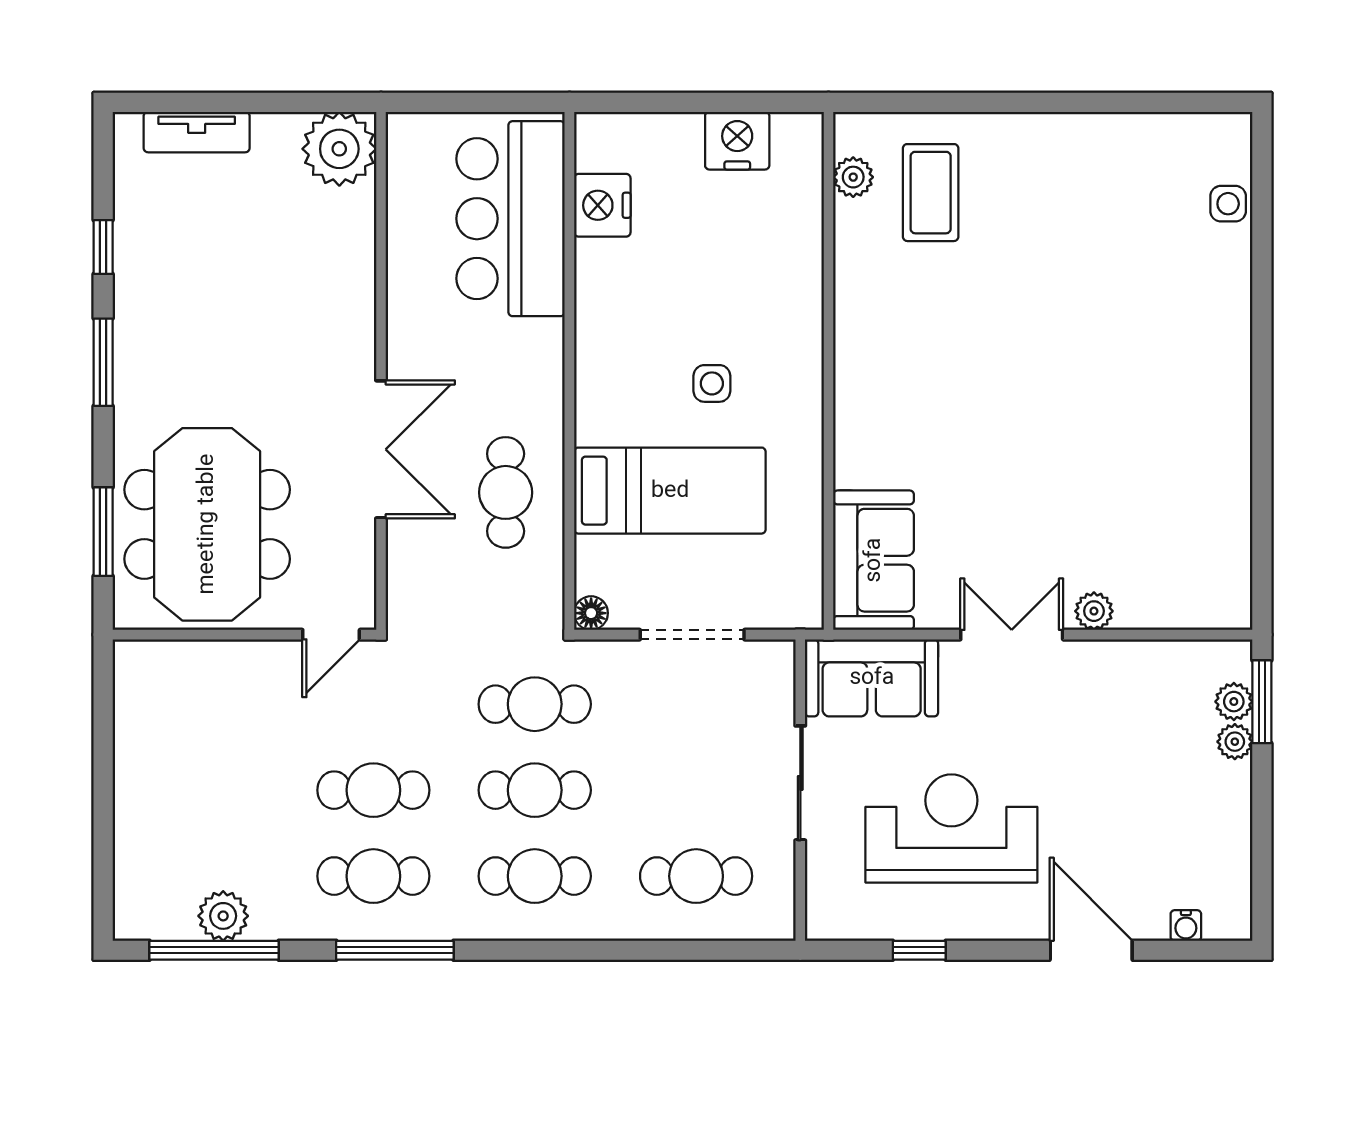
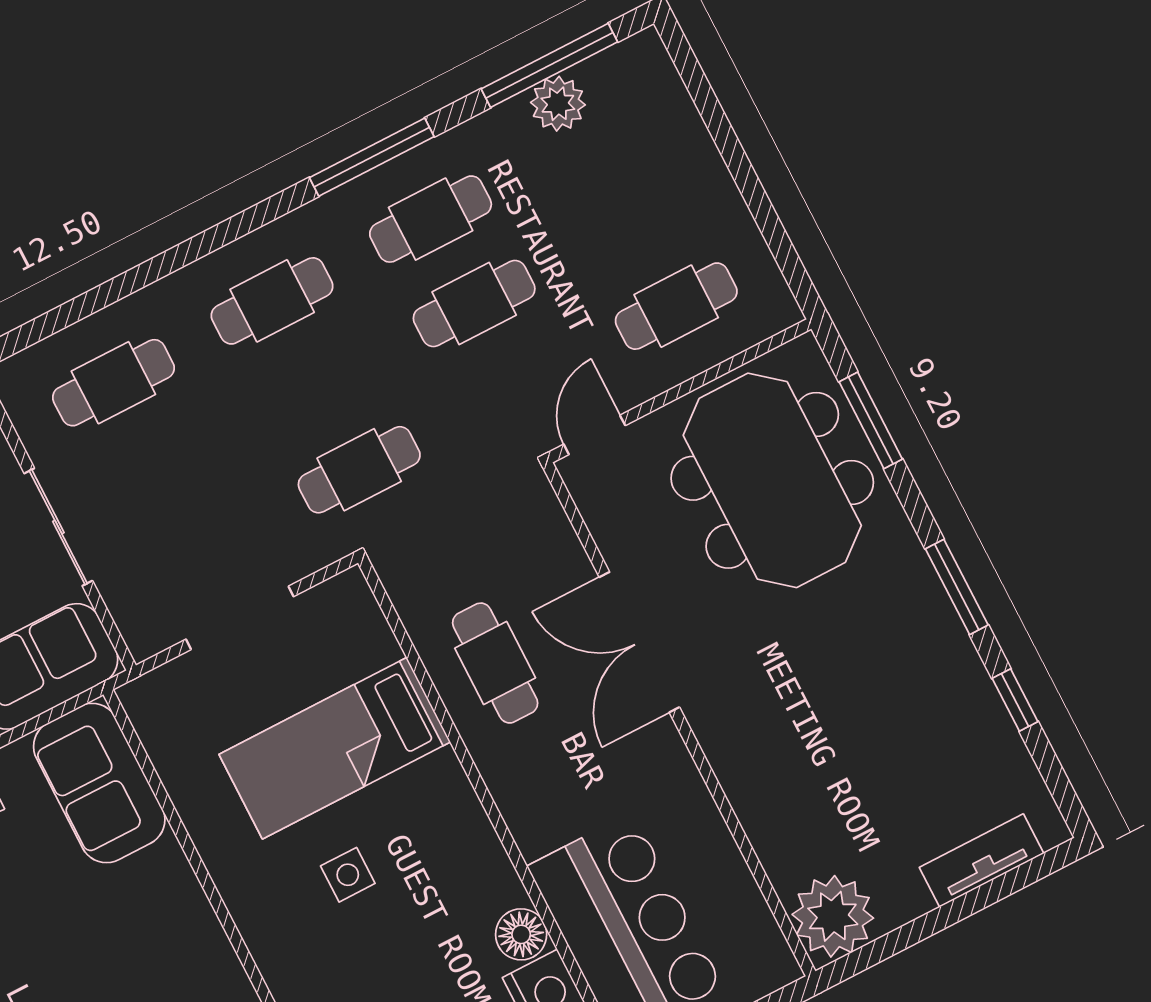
floor lamp: (591, 613) -> (521, 934), moved, width x1.37, depth x1.37
cafe table: (535, 790) -> (676, 306), moved

